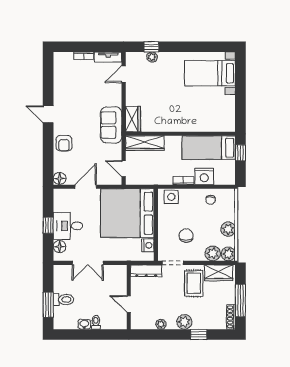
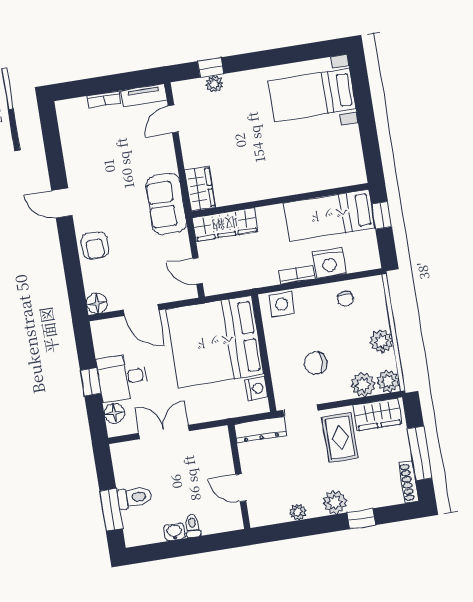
door: (86, 187) -> (141, 310), swing flipped
chair: (186, 236) -> (315, 363), turned -90
double door: (88, 263) -> (164, 432), swing flipped

